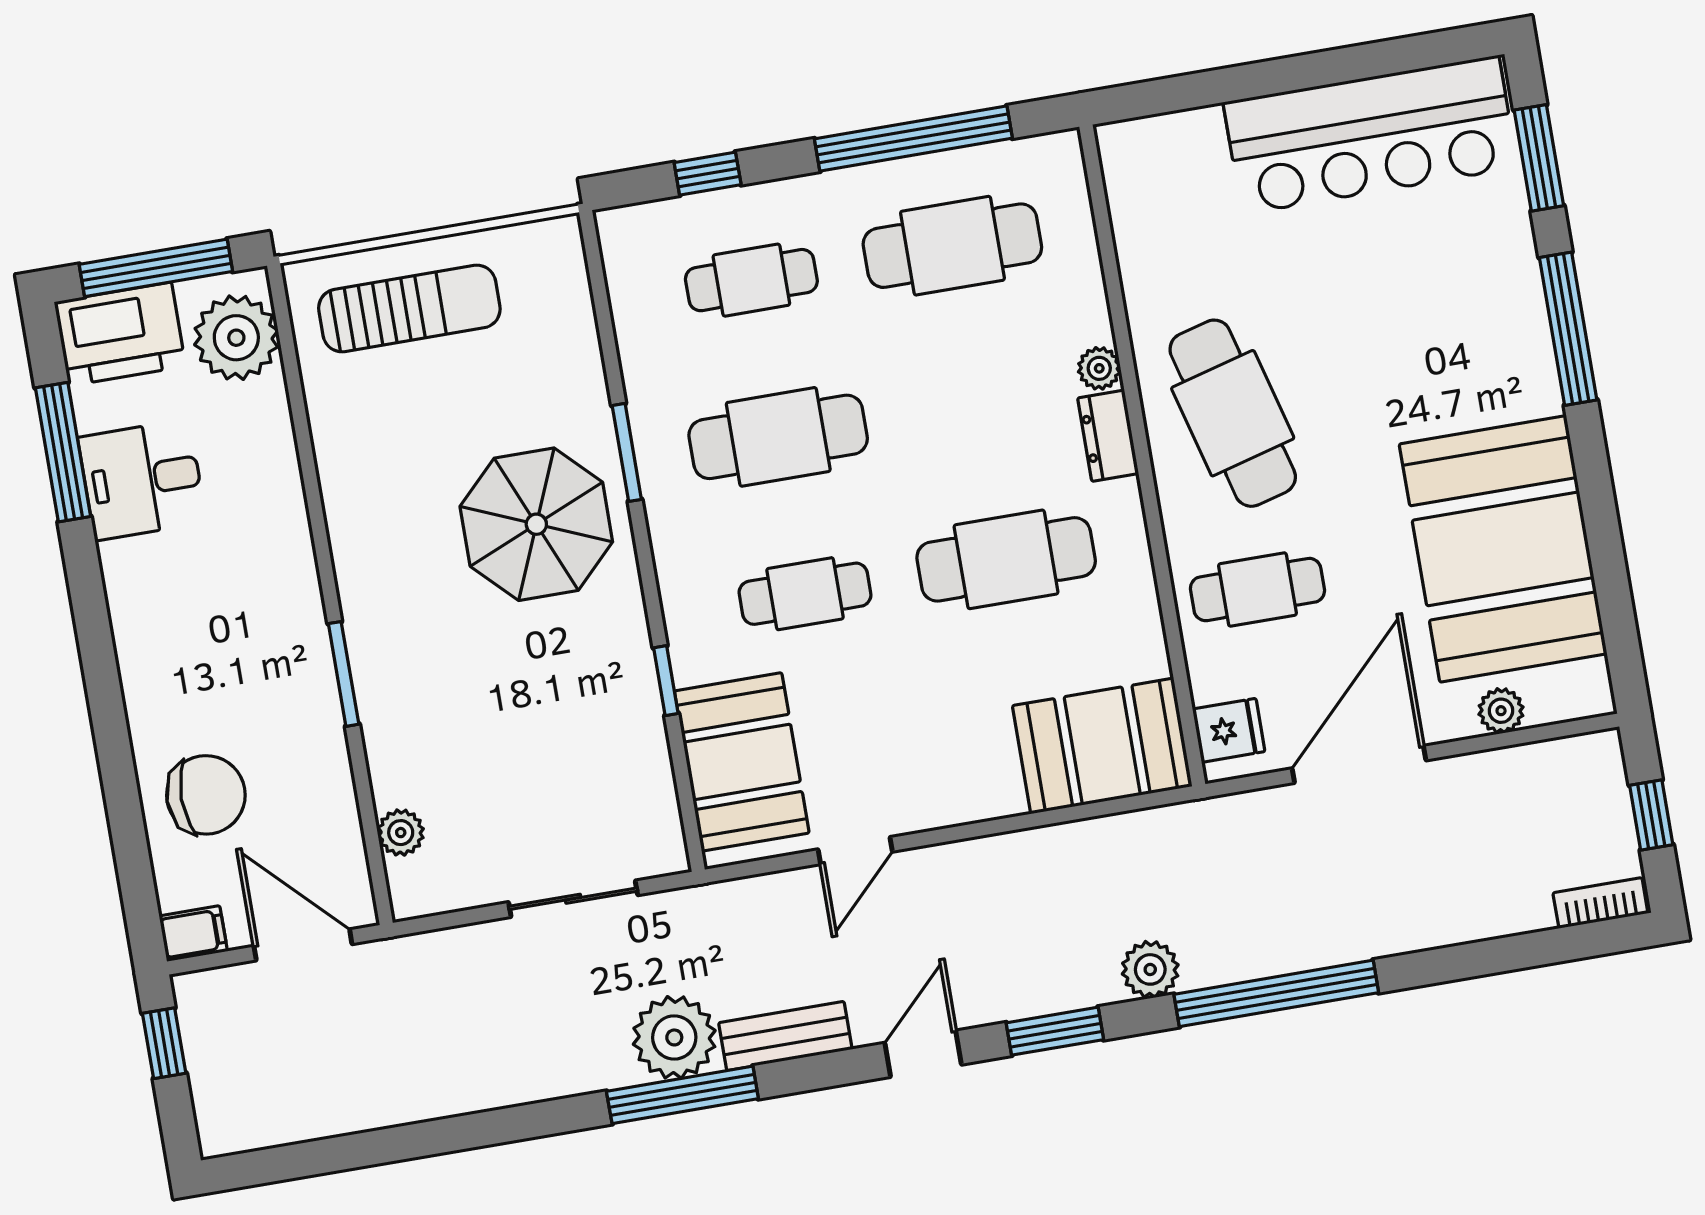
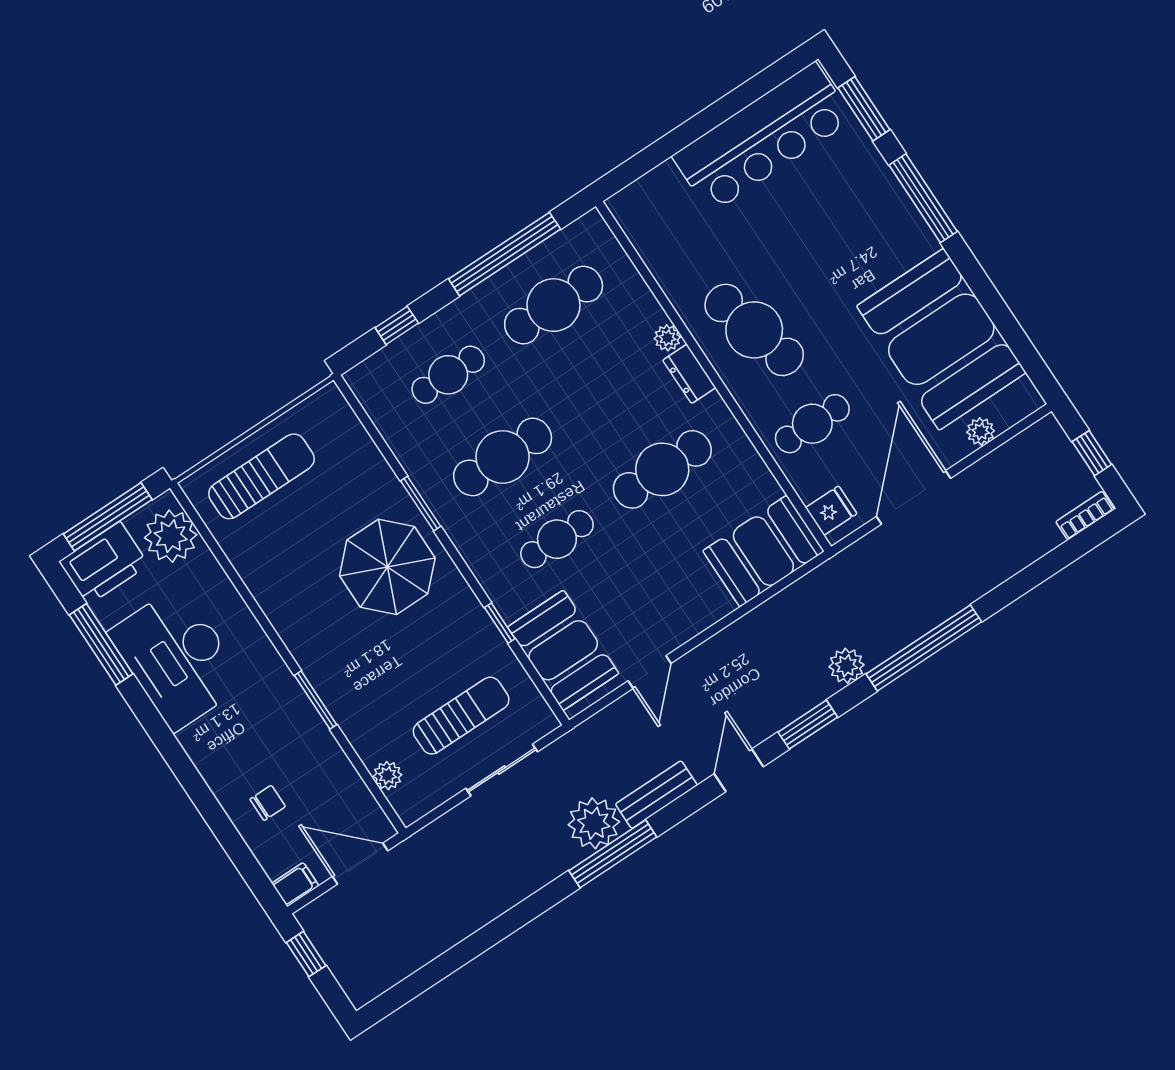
desk: (142, 480) -> (177, 658), width x1.87, depth x1.30
sun lounger: (548, 792) -> (461, 716), added
chair: (206, 795) -> (268, 803), width x0.54, depth x0.54

